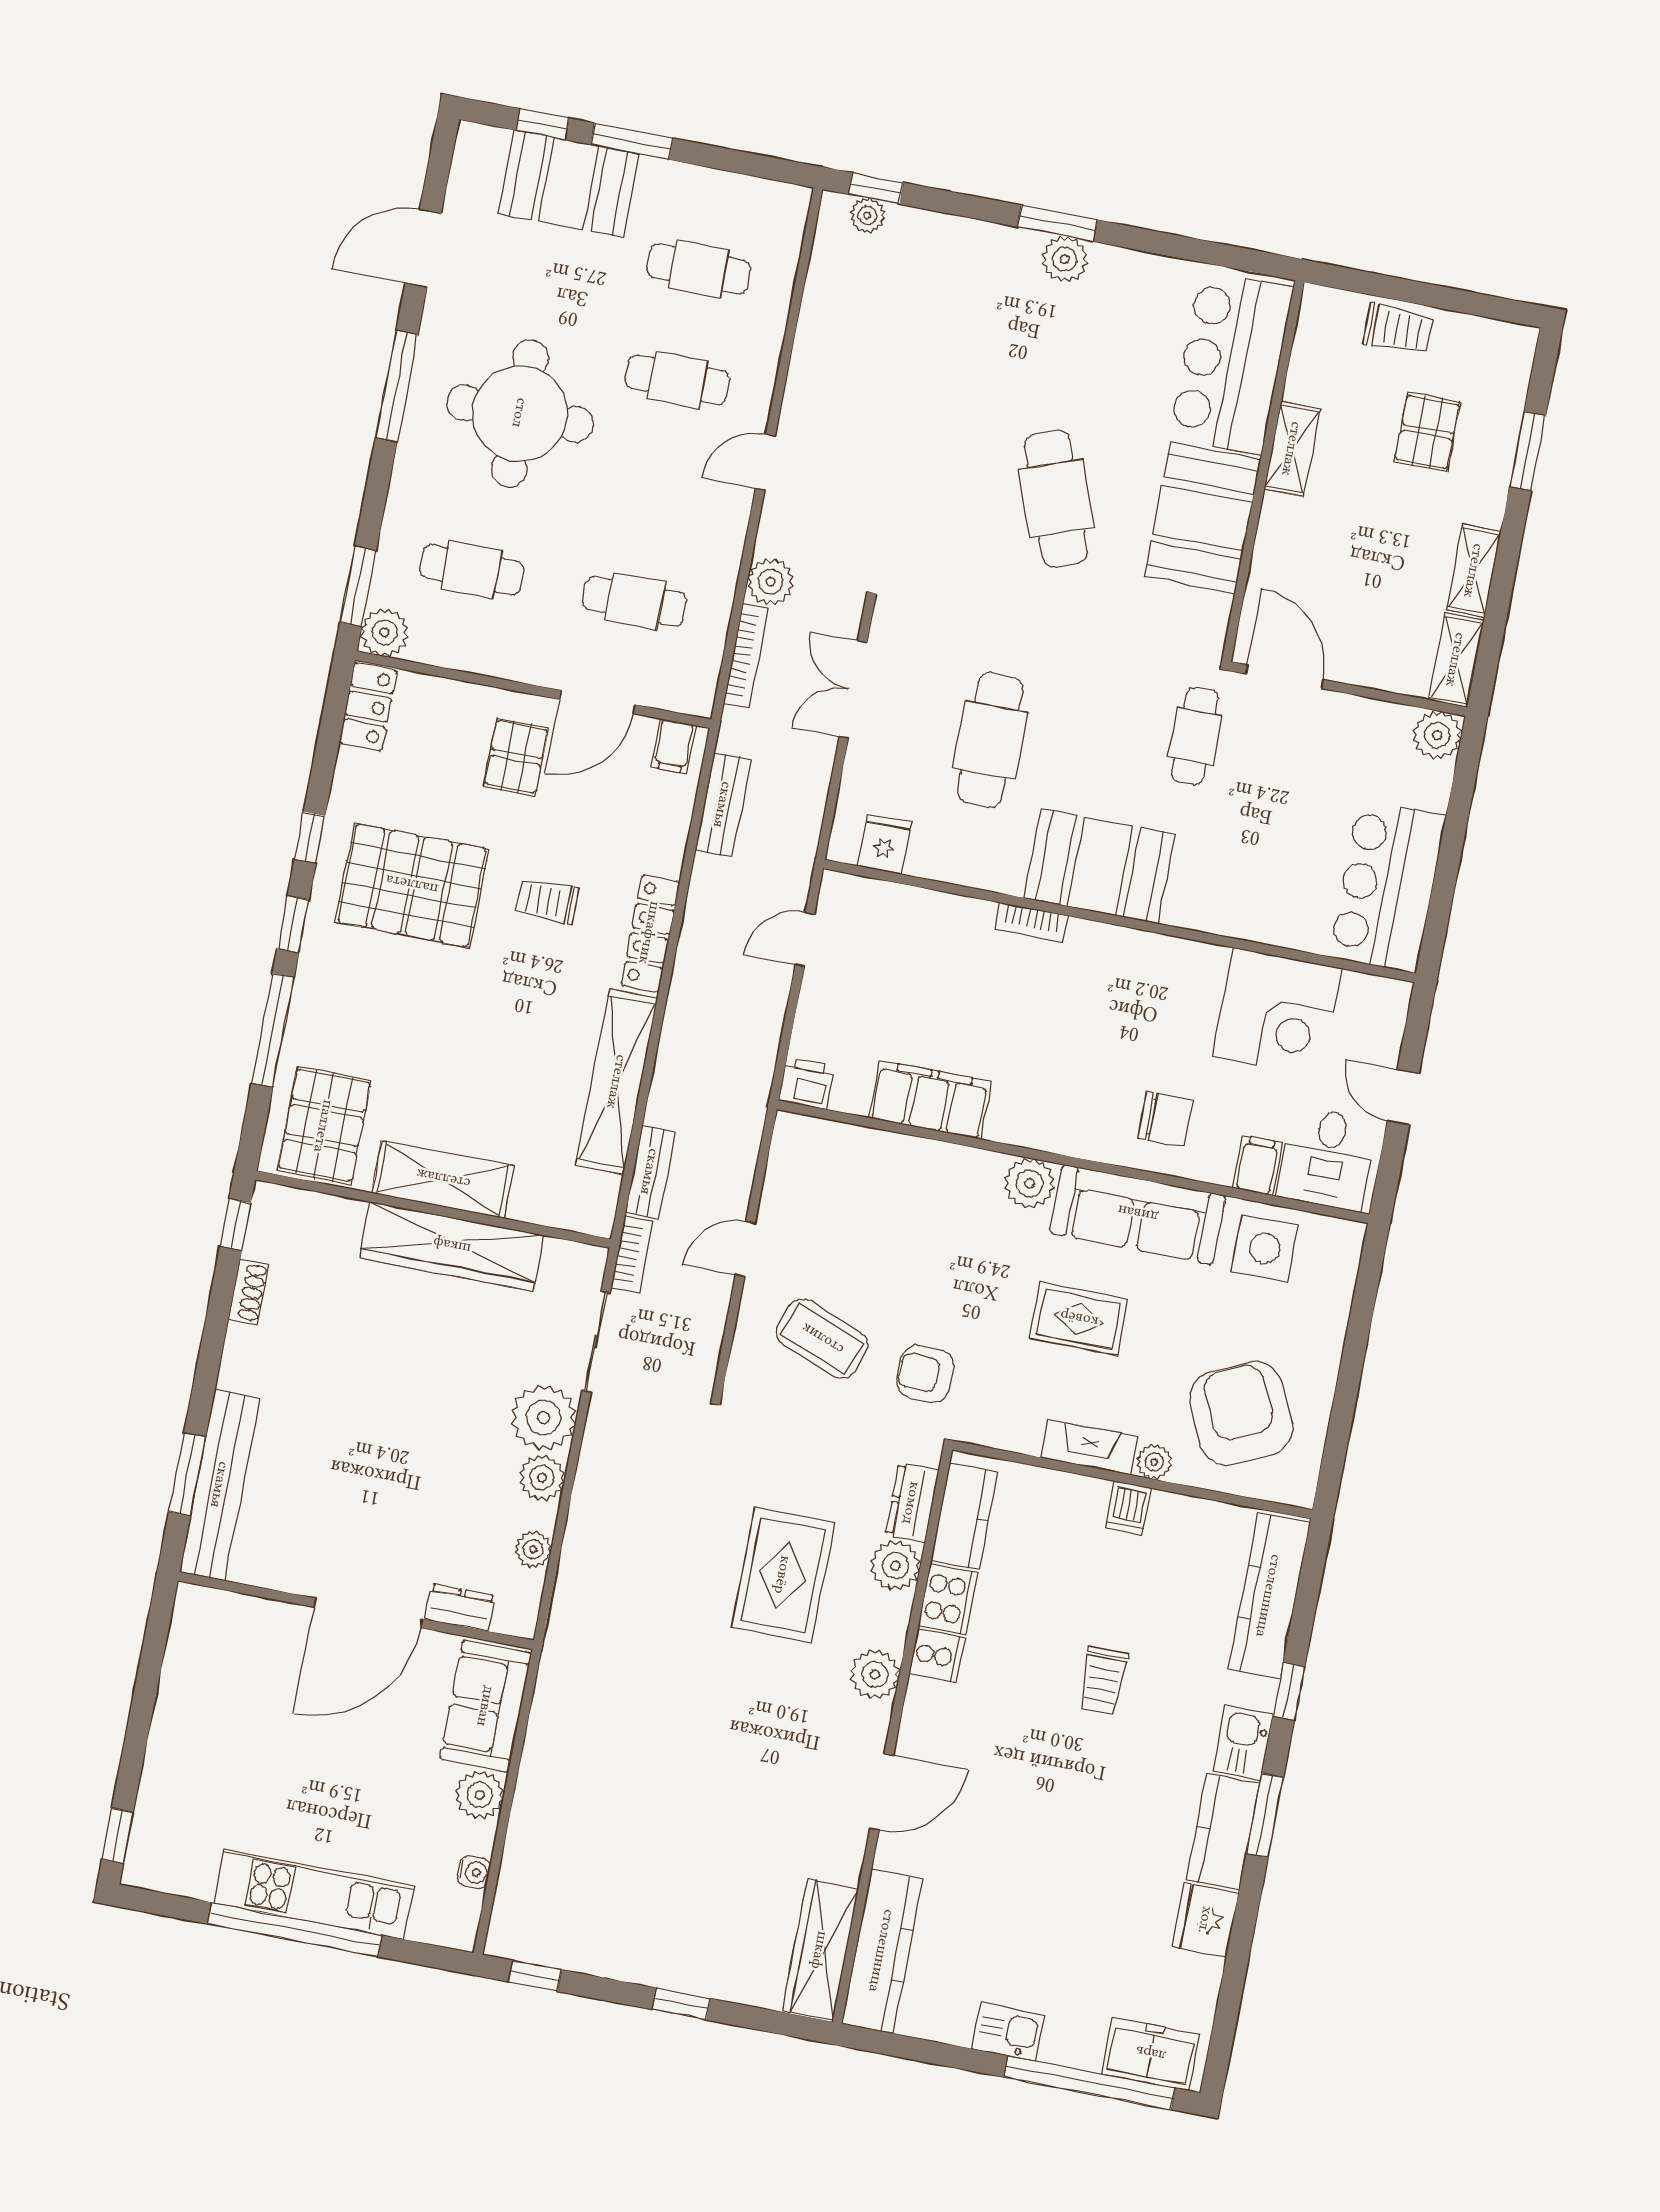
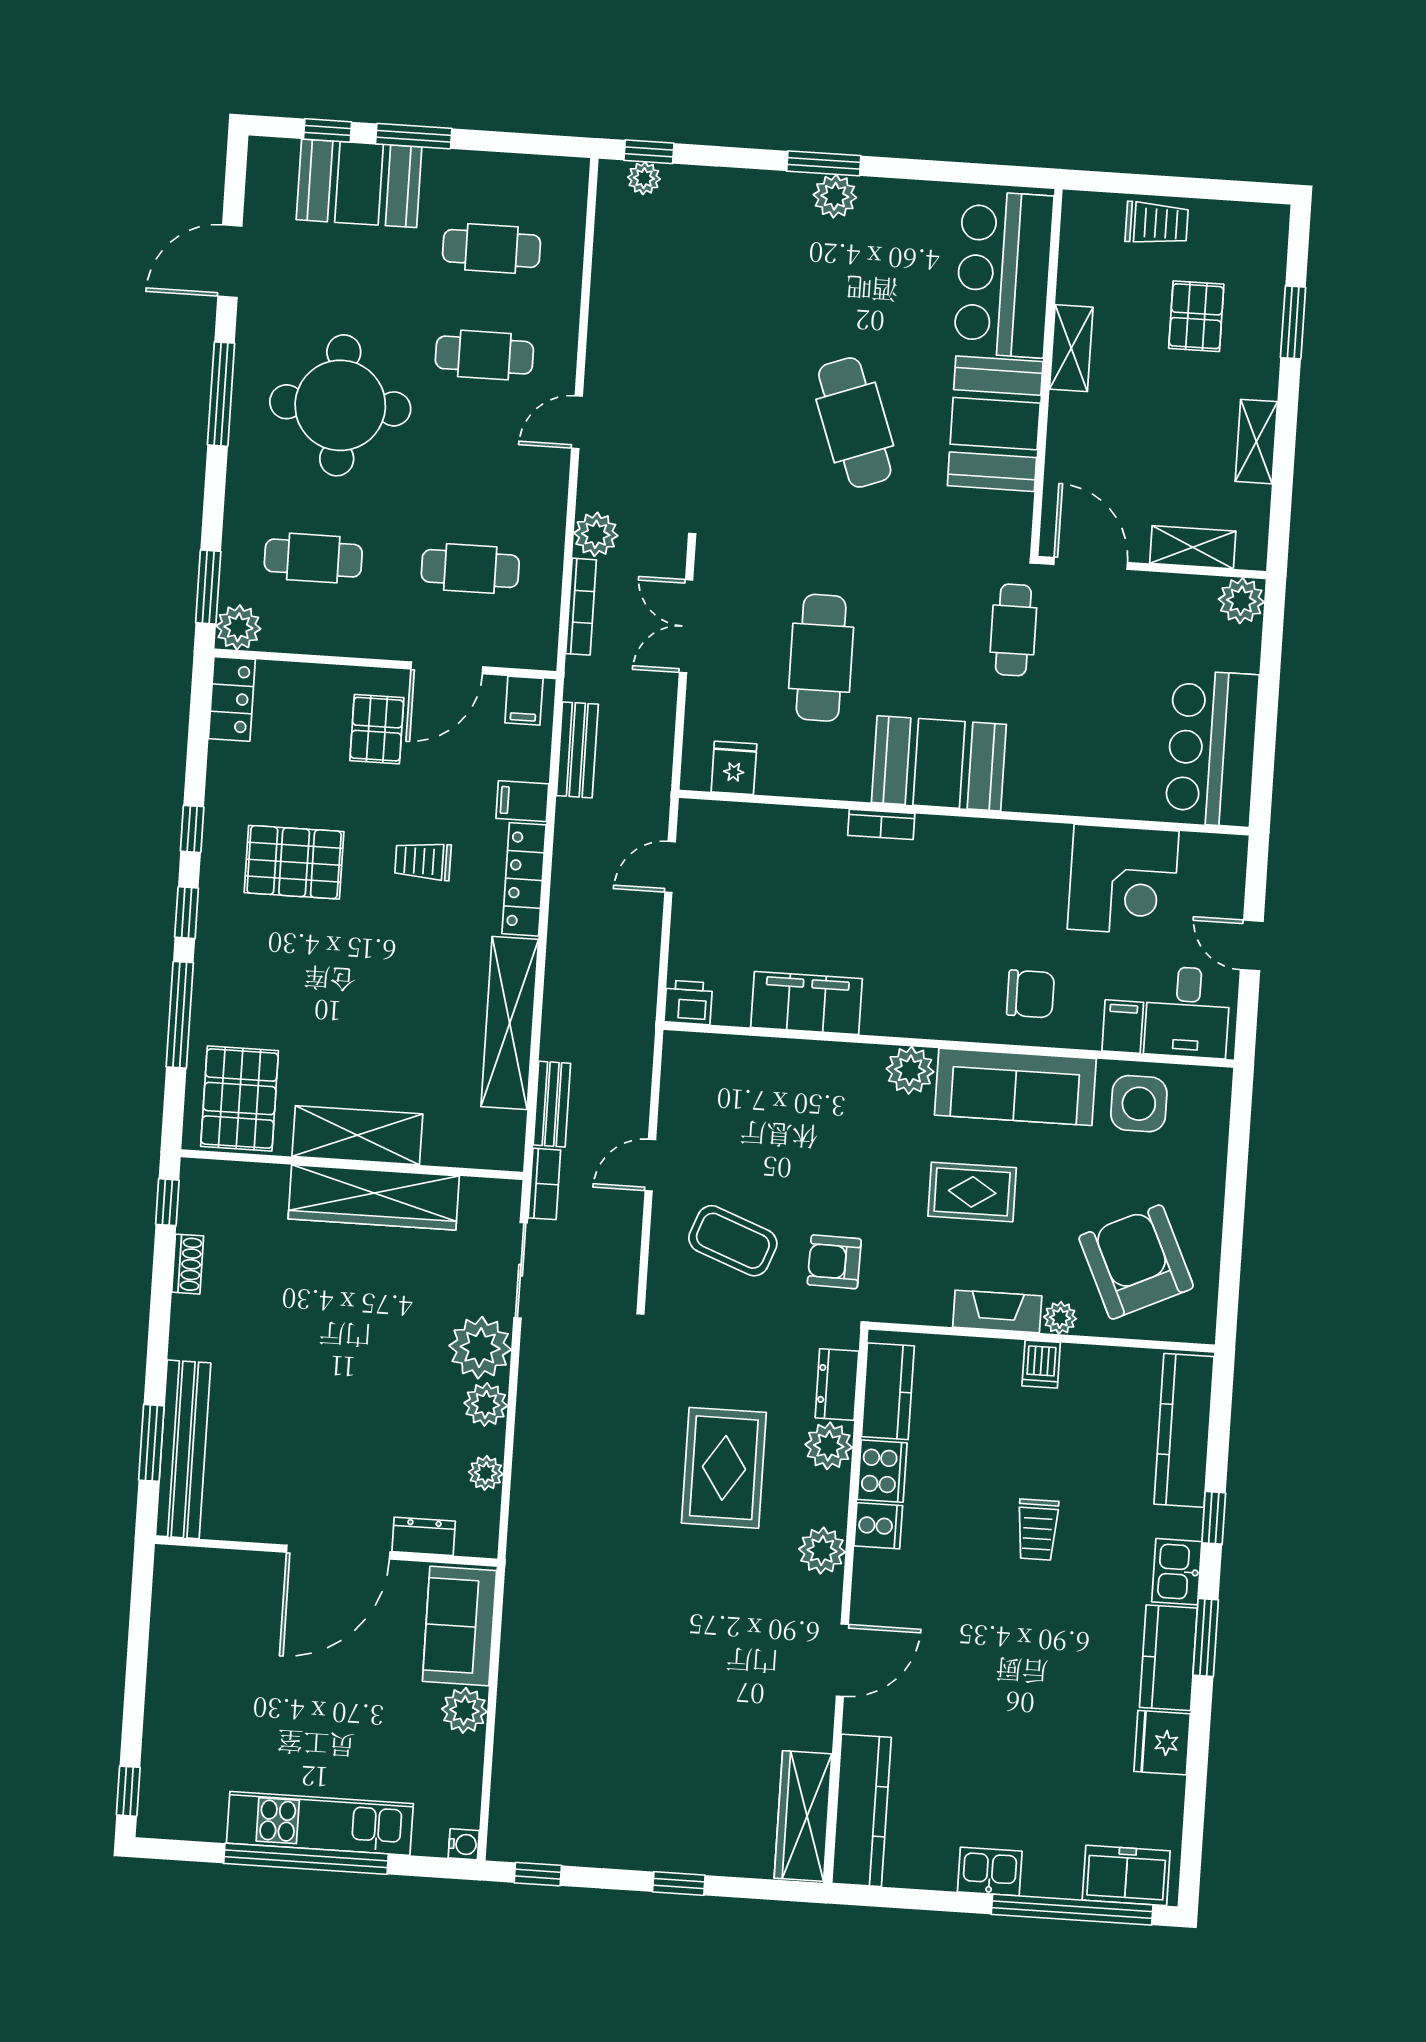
shelving: (1456, 660) -> (1193, 547), moved, turned 90
filing cabinet: (659, 851) -> (522, 801), added
pallet: (412, 885) -> (294, 862), width x0.73, depth x0.71
water cooler: (474, 1872) -> (464, 1844), moved

